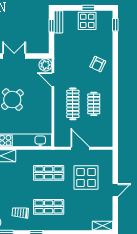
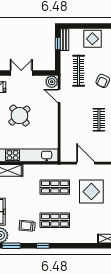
window: (88, 8) -> (93, 26), removed
clothes rail: (73, 104) -> (79, 71), moved

